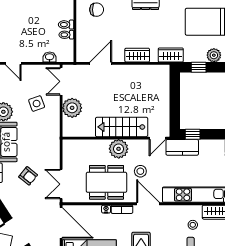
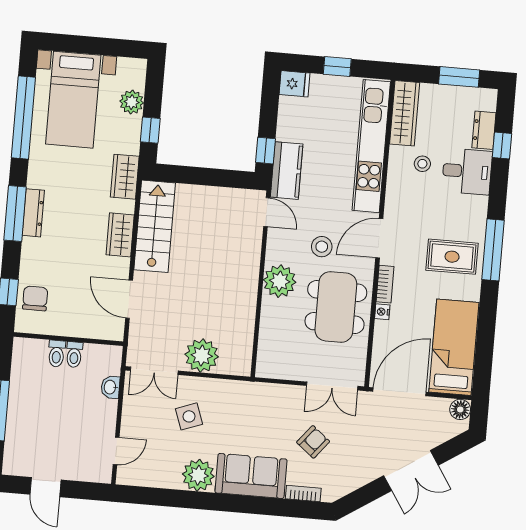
stairs: (122, 127) -> (155, 226), moved, turned 180

